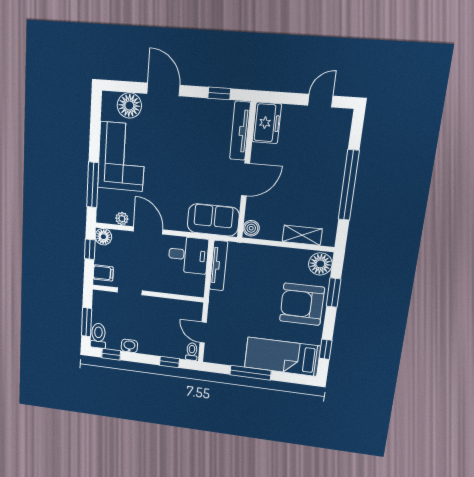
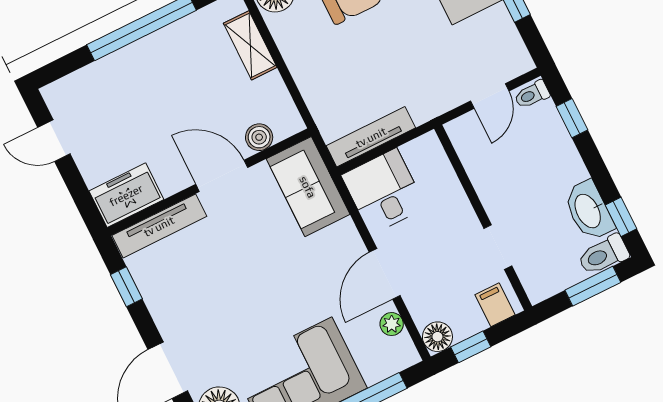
boiler: (251, 228) -> (259, 137), moved
washbasin: (129, 346) -> (589, 211), width x1.91, depth x1.45

